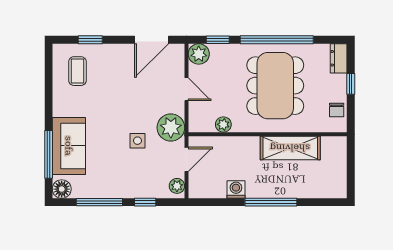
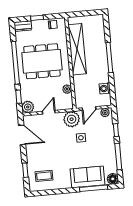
shelving: (290, 148) -> (77, 49), width x1.47
door: (186, 159) -> (89, 109), swing flipped
washing machine: (236, 189) -> (105, 88), moved

